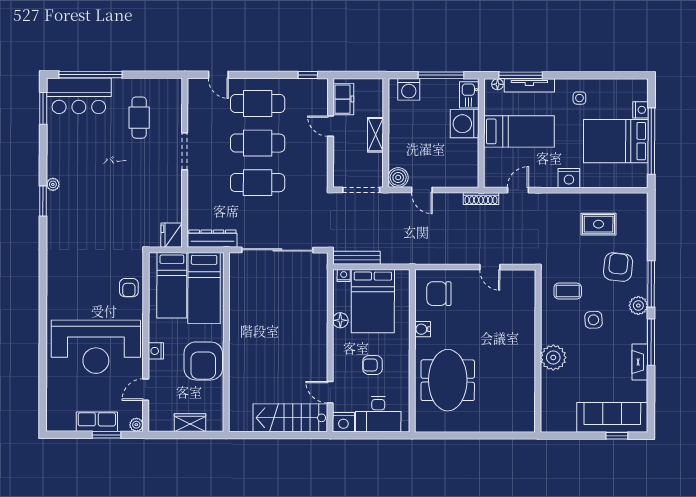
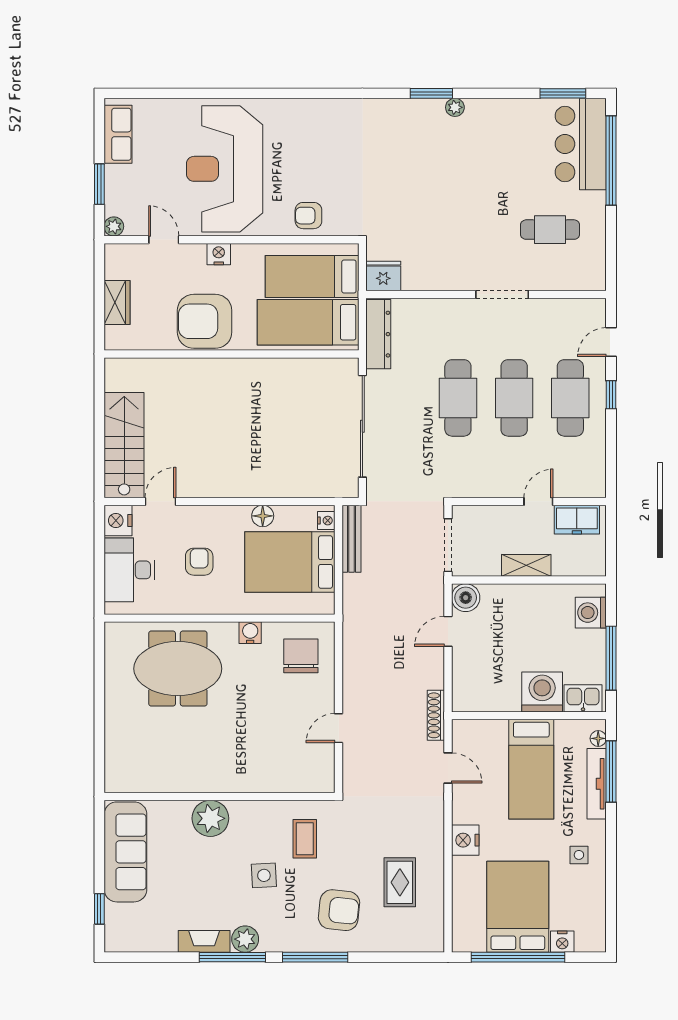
window: (308, 75) -> (611, 395), moved
plant: (638, 306) -> (245, 939), moved
sofa: (612, 417) -> (125, 852), moved
row of seats: (97, 422) -> (118, 134), moved

